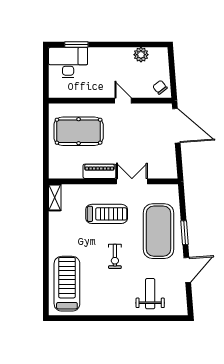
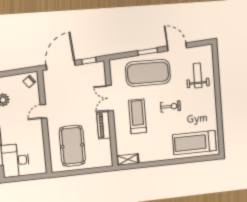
window: (179, 160) -> (89, 61), added
weight bench: (150, 294) -> (198, 76), turned 90

